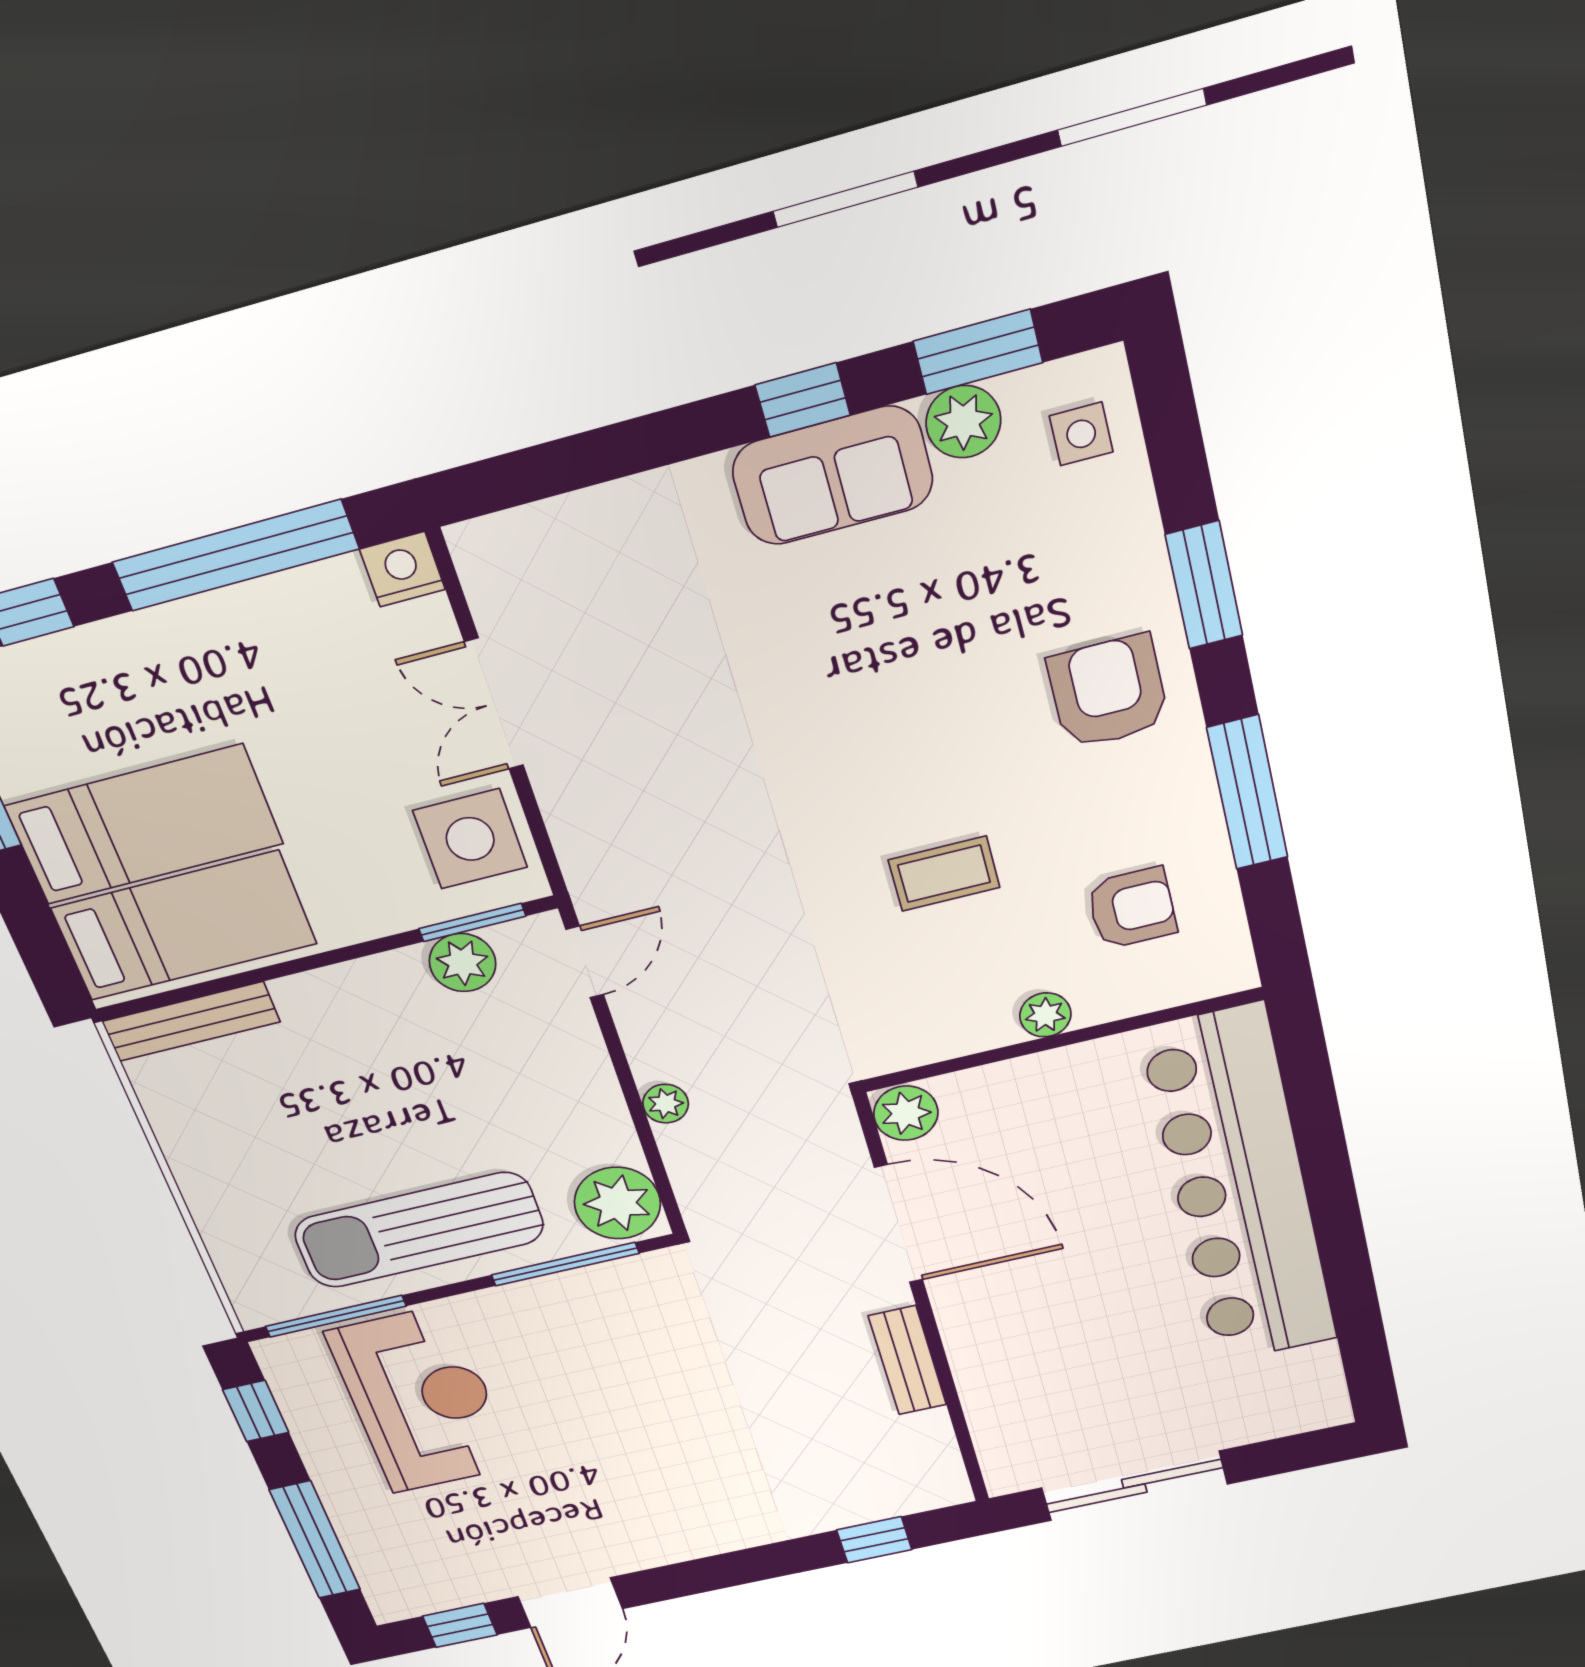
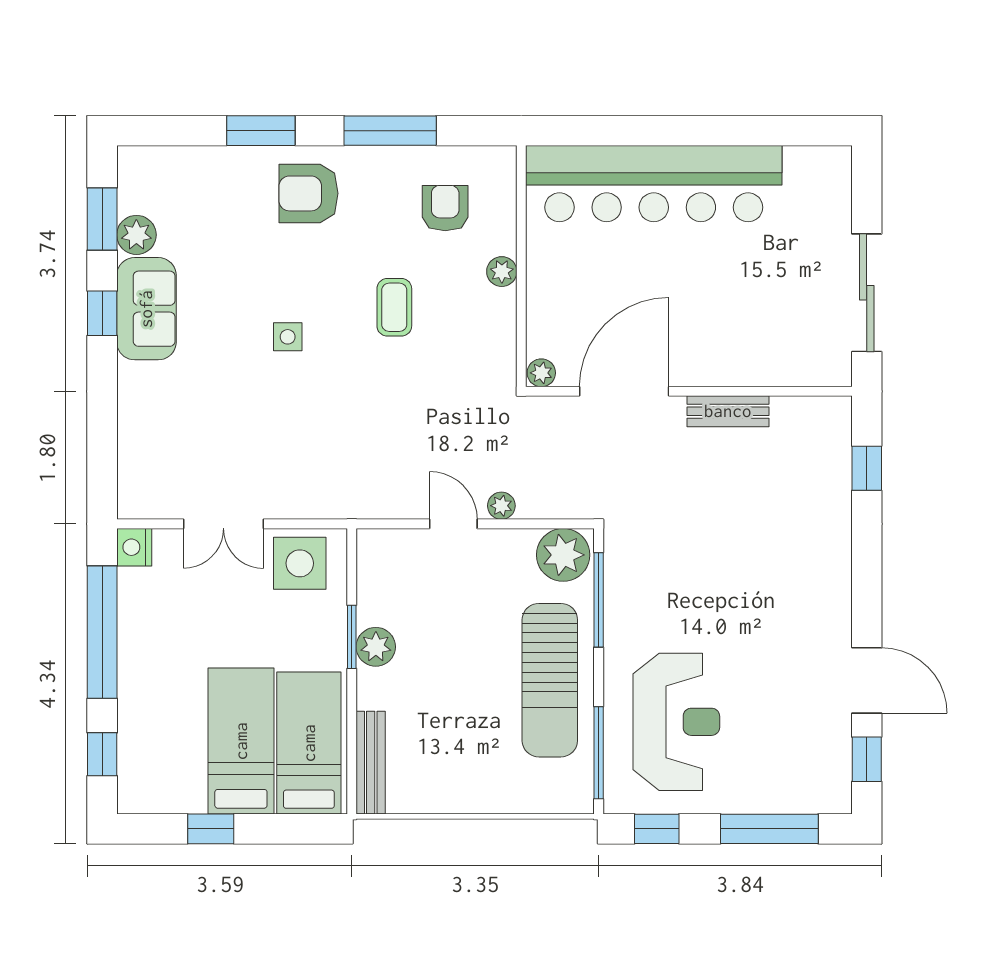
side table: (1081, 434) -> (288, 337), moved
window: (472, 922) -> (352, 637), moved
door: (585, 962) -> (453, 524), moved
plant: (463, 963) -> (376, 647), moved
plant: (906, 1113) -> (541, 373), width x0.73, depth x0.73
reception desk: (421, 1400) -> (676, 722), turned 90

